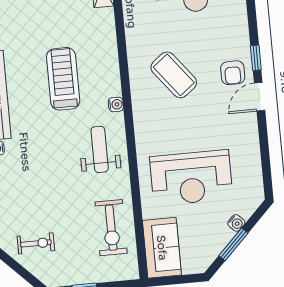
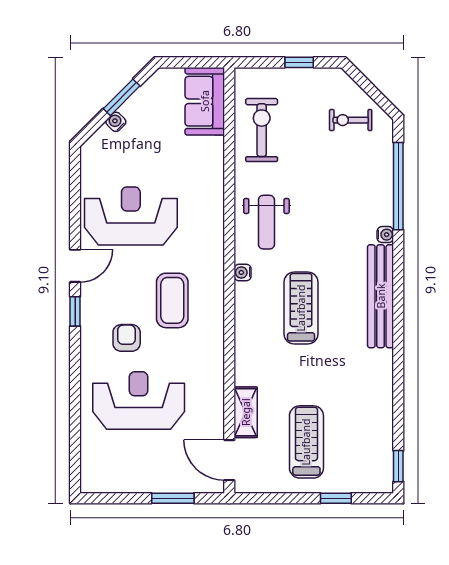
armchair: (233, 73) -> (127, 338), moved
coffee table: (174, 75) -> (172, 300), turned 38
treadmill: (63, 79) -> (301, 308), turned 180
reception desk: (191, 178) -> (131, 216), moved

